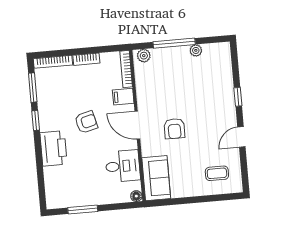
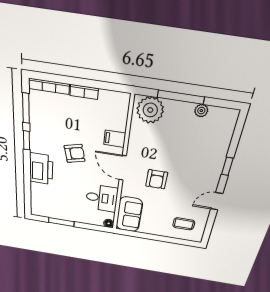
plant: (144, 56) -> (150, 110), width x1.87, depth x1.87
bookcase: (126, 69) -> (123, 112), removed

